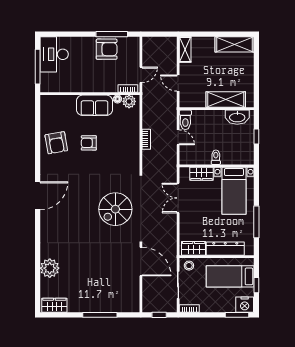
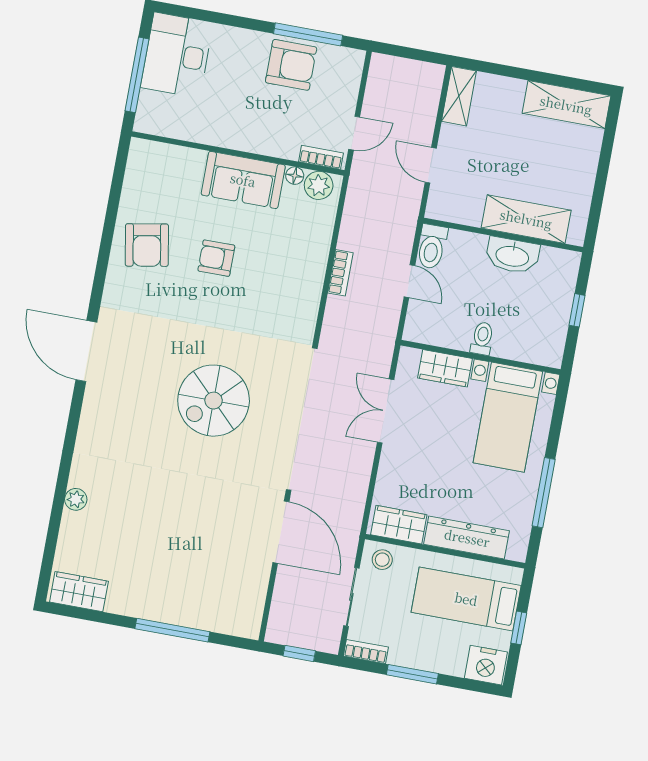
washbasin: (237, 117) -> (512, 255), moved
door: (38, 196) -> (86, 351), swing flipped
spiral stairs: (115, 209) -> (214, 401), moved
plant: (50, 268) -> (76, 499), width x0.53, depth x0.53
window: (237, 315) -> (412, 674), moved

